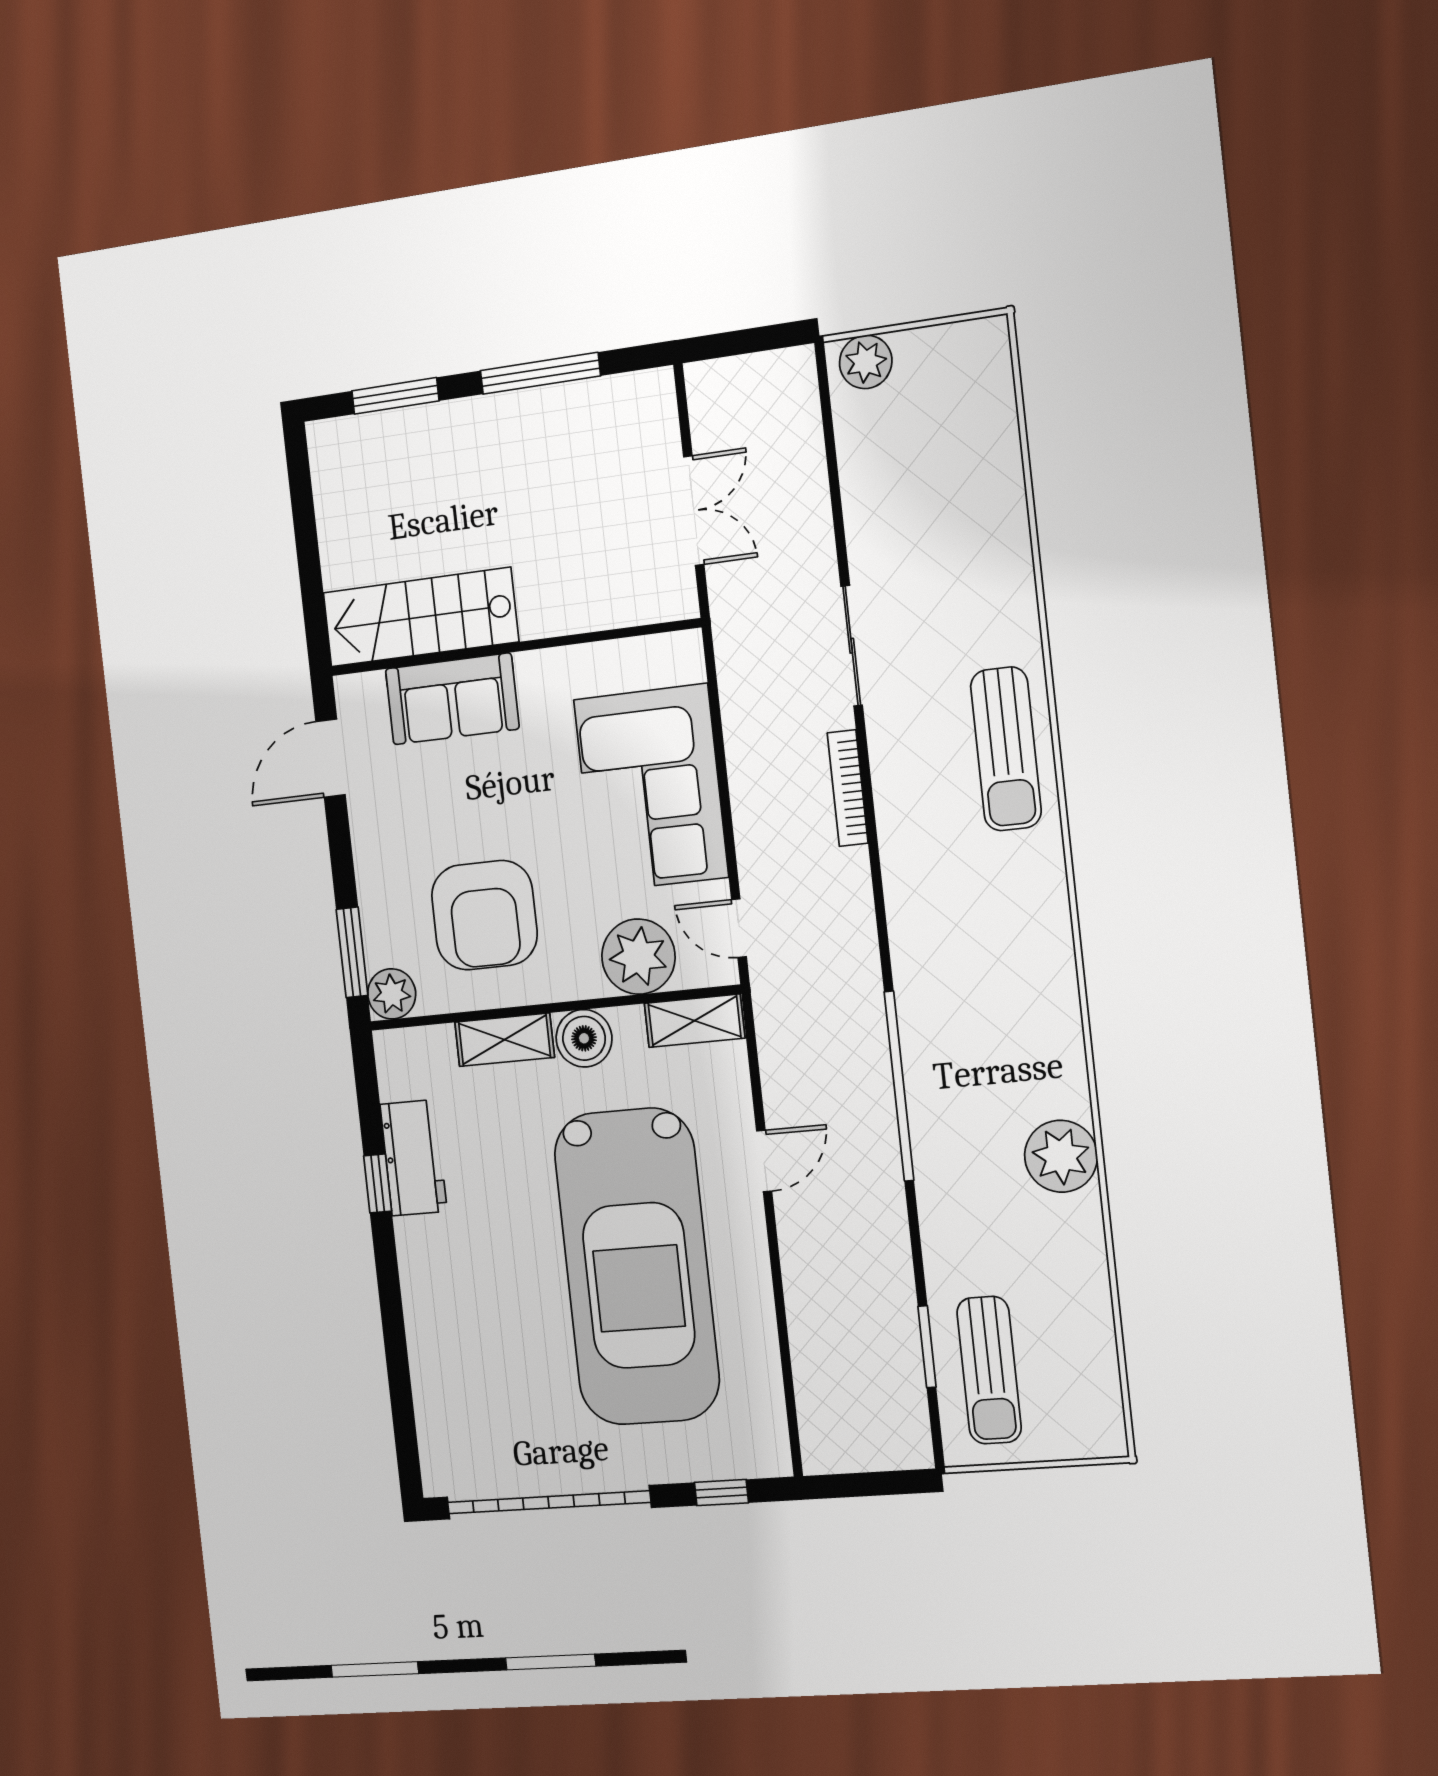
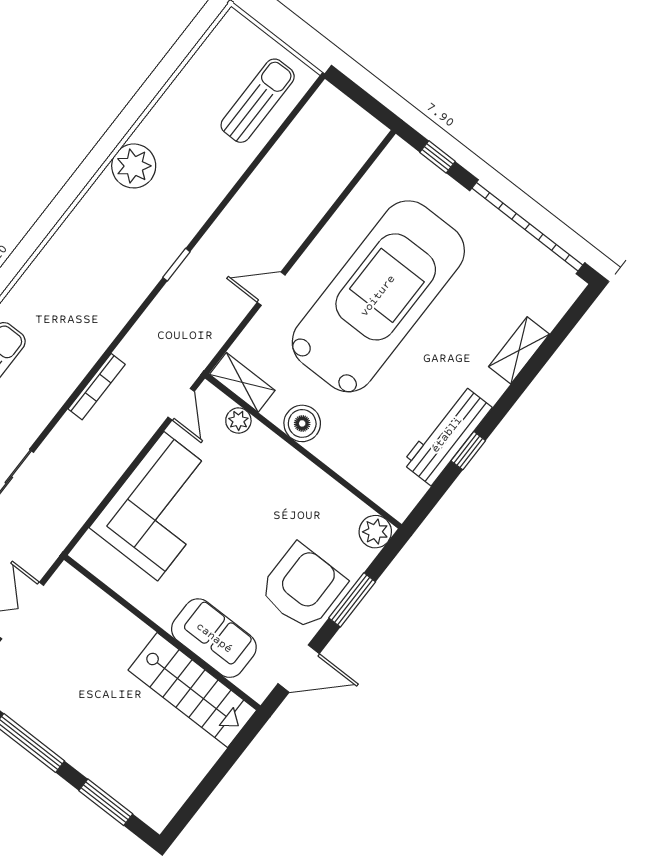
bookcase: (848, 788) -> (97, 387), moved
armchair: (484, 915) -> (303, 587), moved
window: (352, 952) -> (352, 600), moved
plant: (638, 957) -> (238, 421), width x0.53, depth x0.53
shelving: (504, 1040) -> (519, 350), moved, turned 90
window: (899, 1086) -> (176, 265), width x0.32
workbench: (414, 1158) -> (447, 435), width x1.38
window: (927, 1347) -> (276, 137), removed

